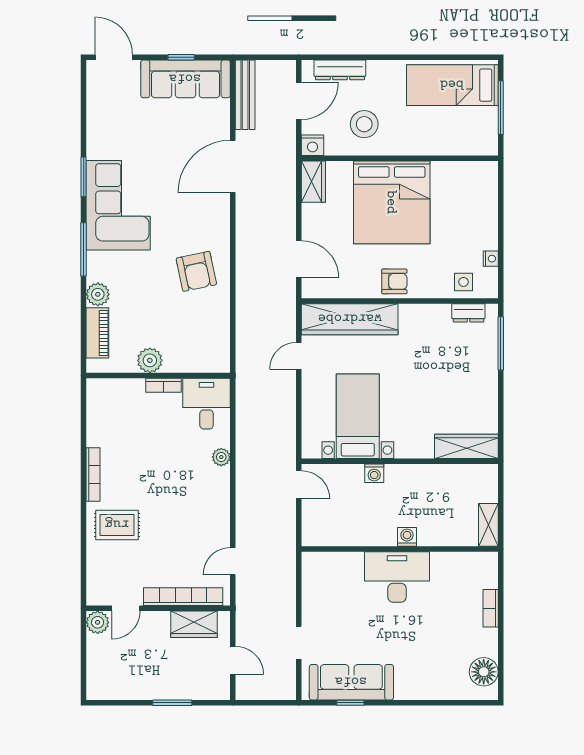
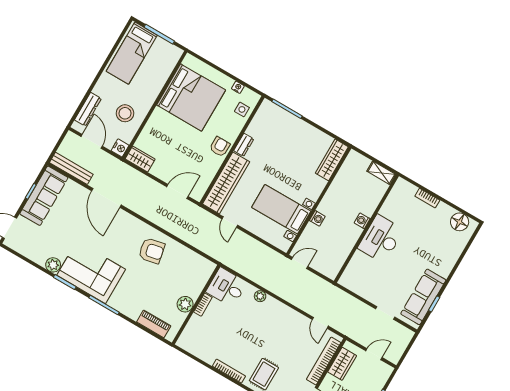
bed: (392, 202) -> (191, 98), moved
plant: (98, 294) -> (53, 265), moved
dresser: (468, 313) -> (244, 145), moved

